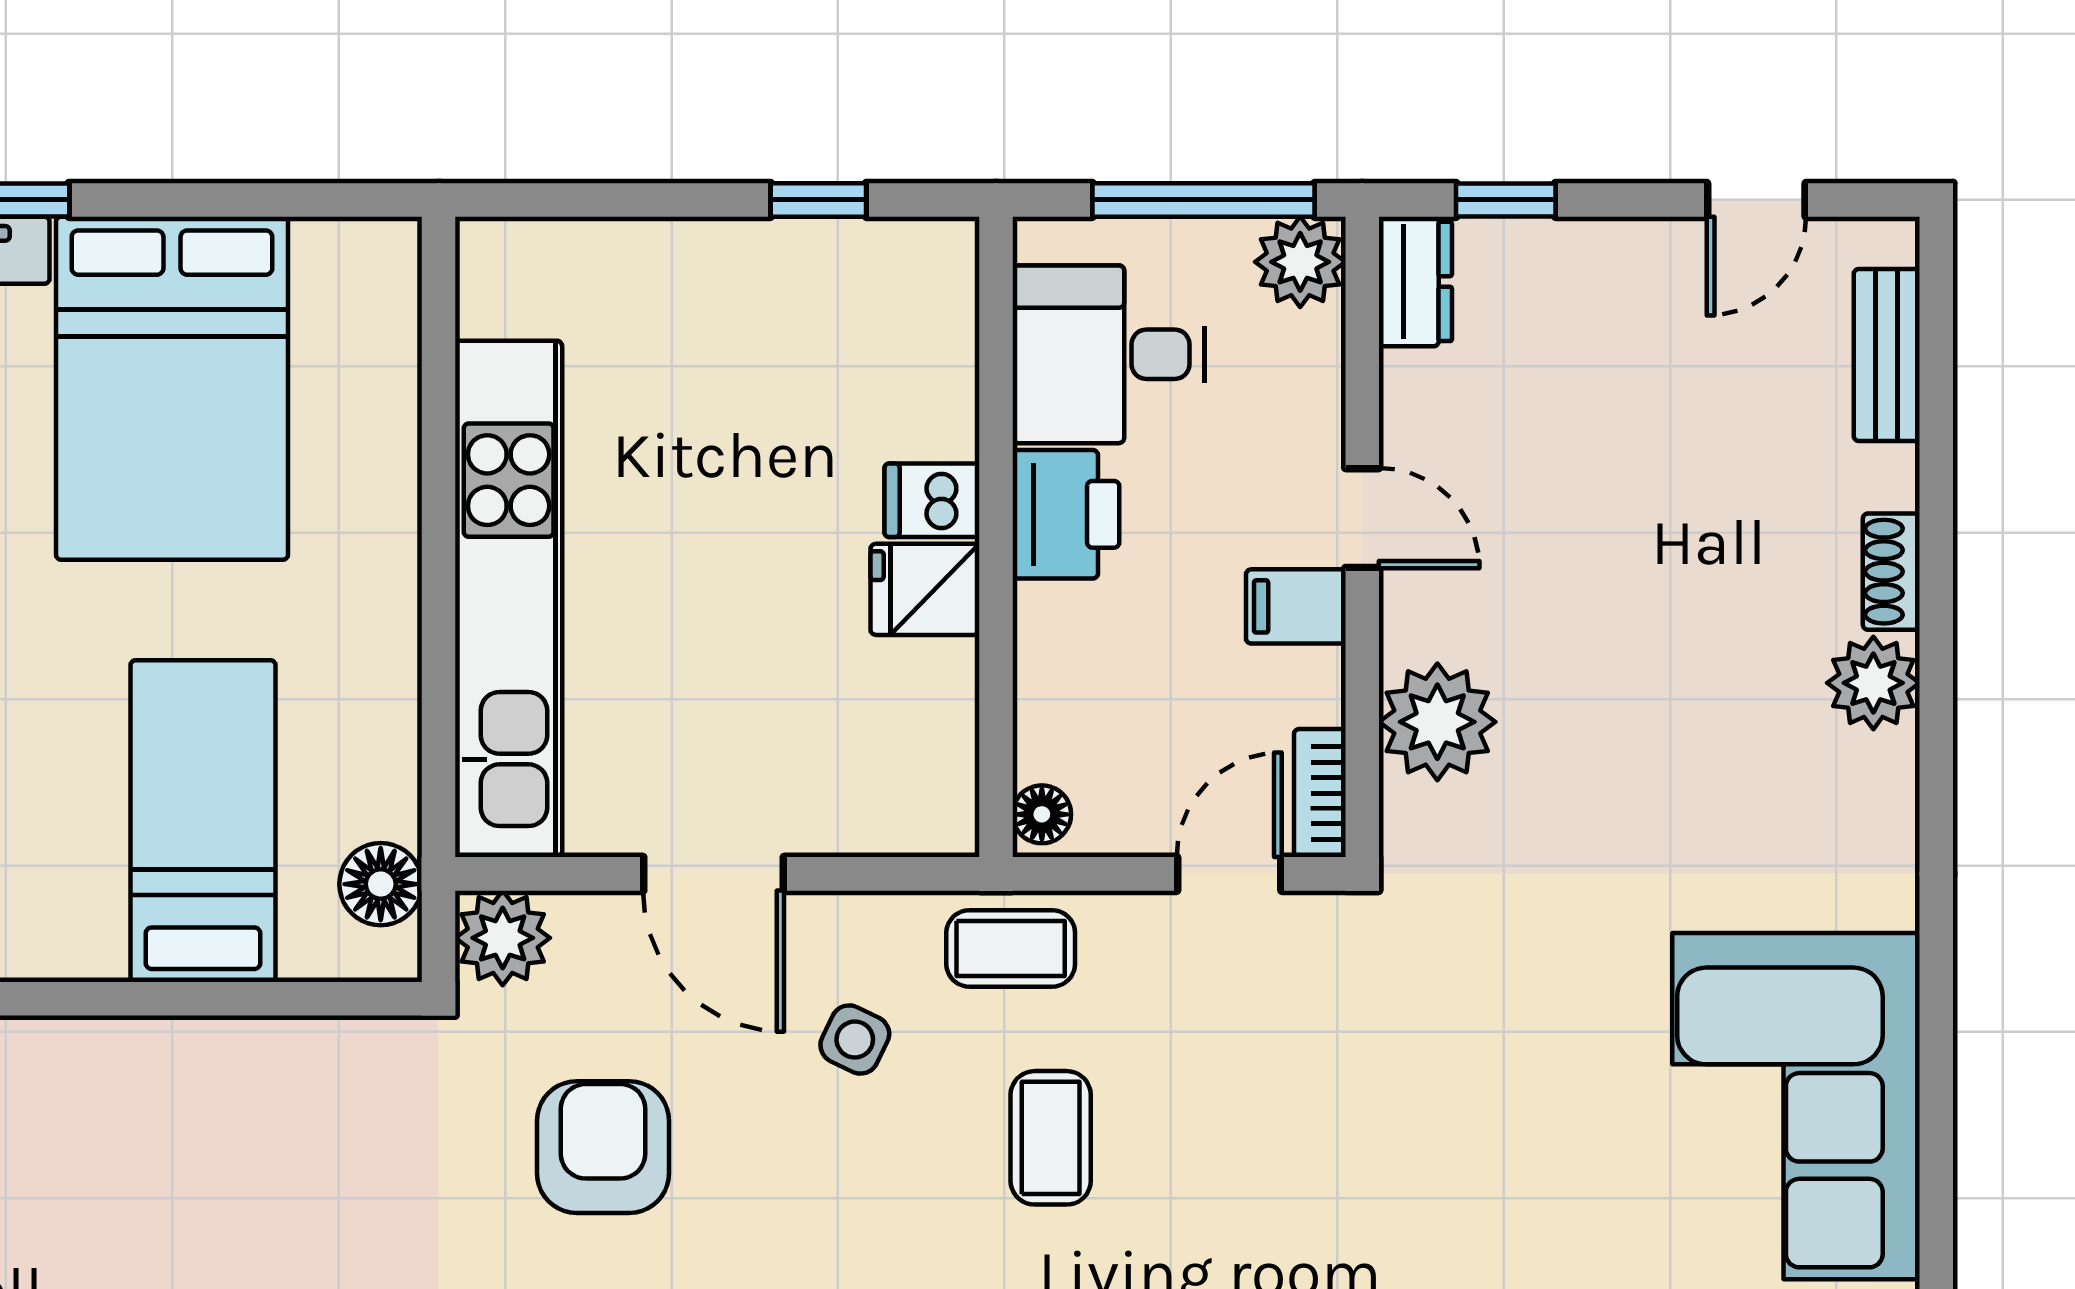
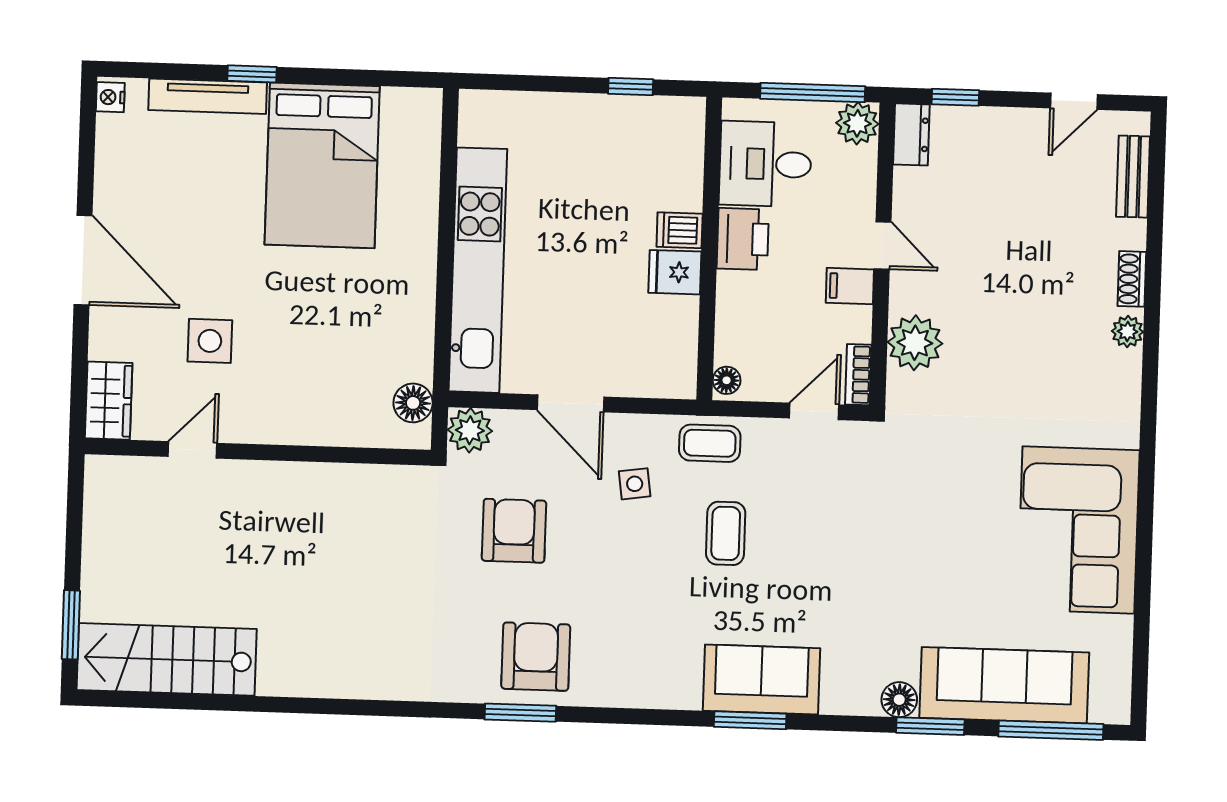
plant: (1873, 683) -> (1128, 331), width x0.73, depth x0.73
bed: (203, 821) -> (330, 370), removed
side table: (855, 1039) -> (635, 484), turned -34

